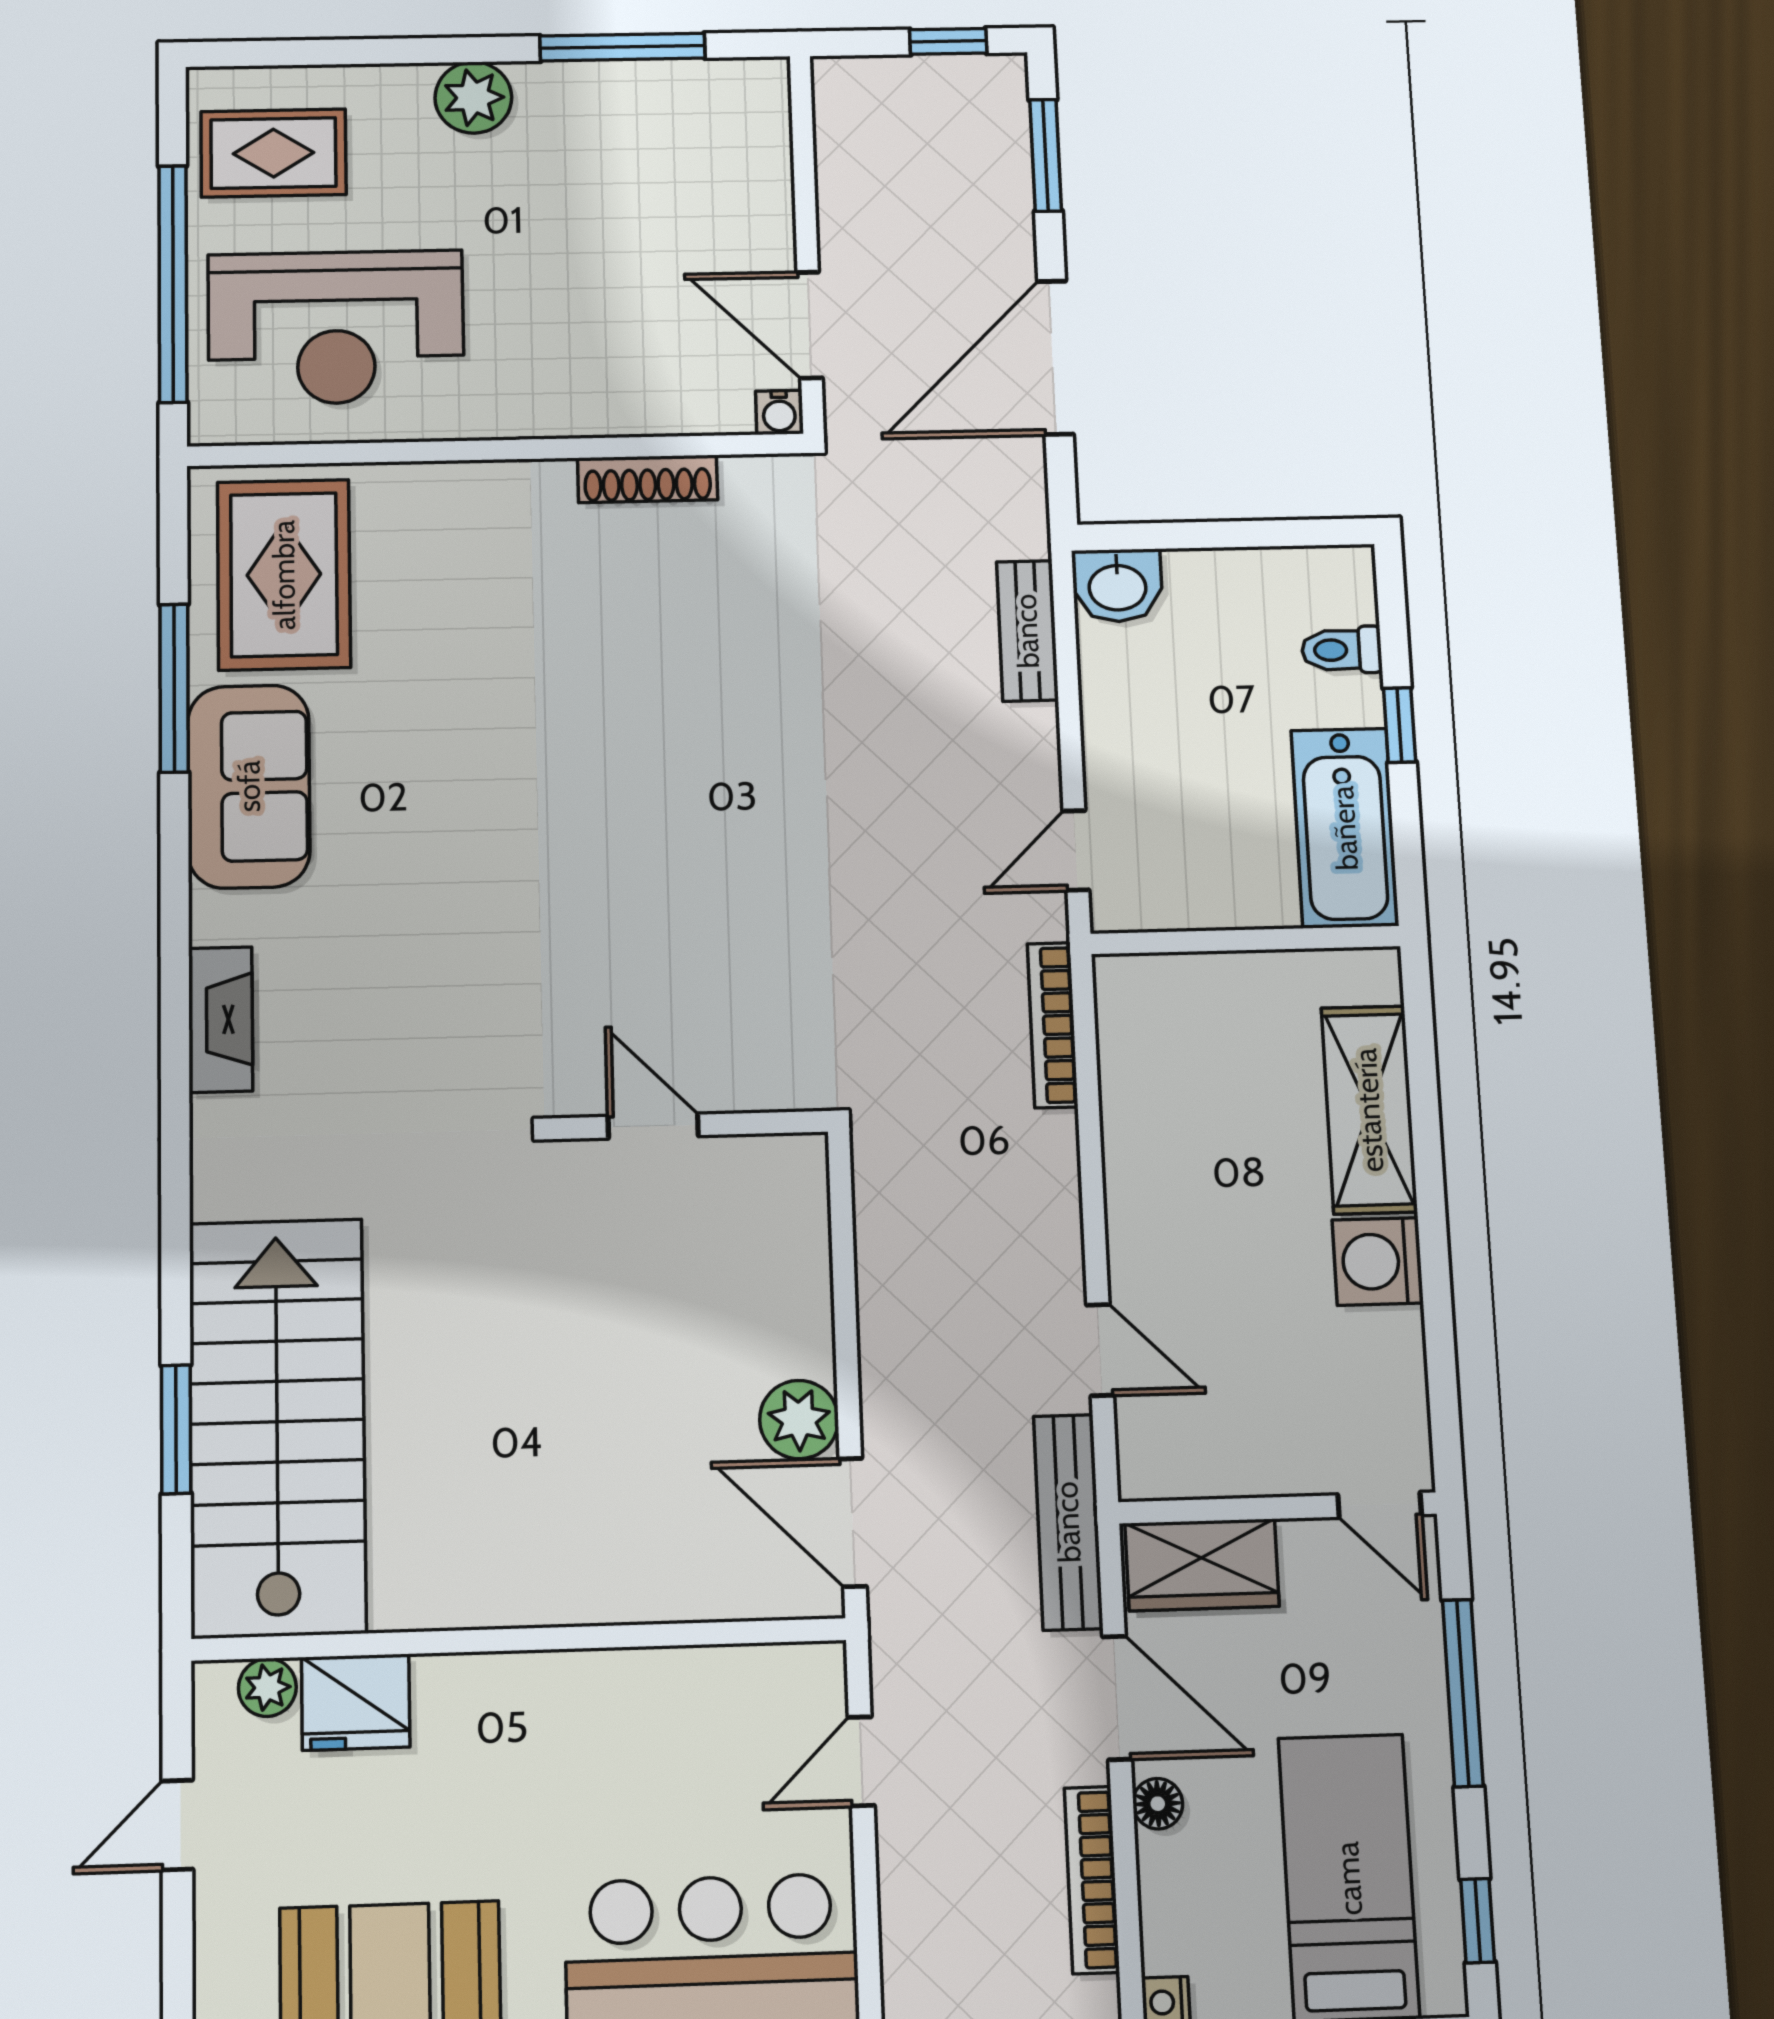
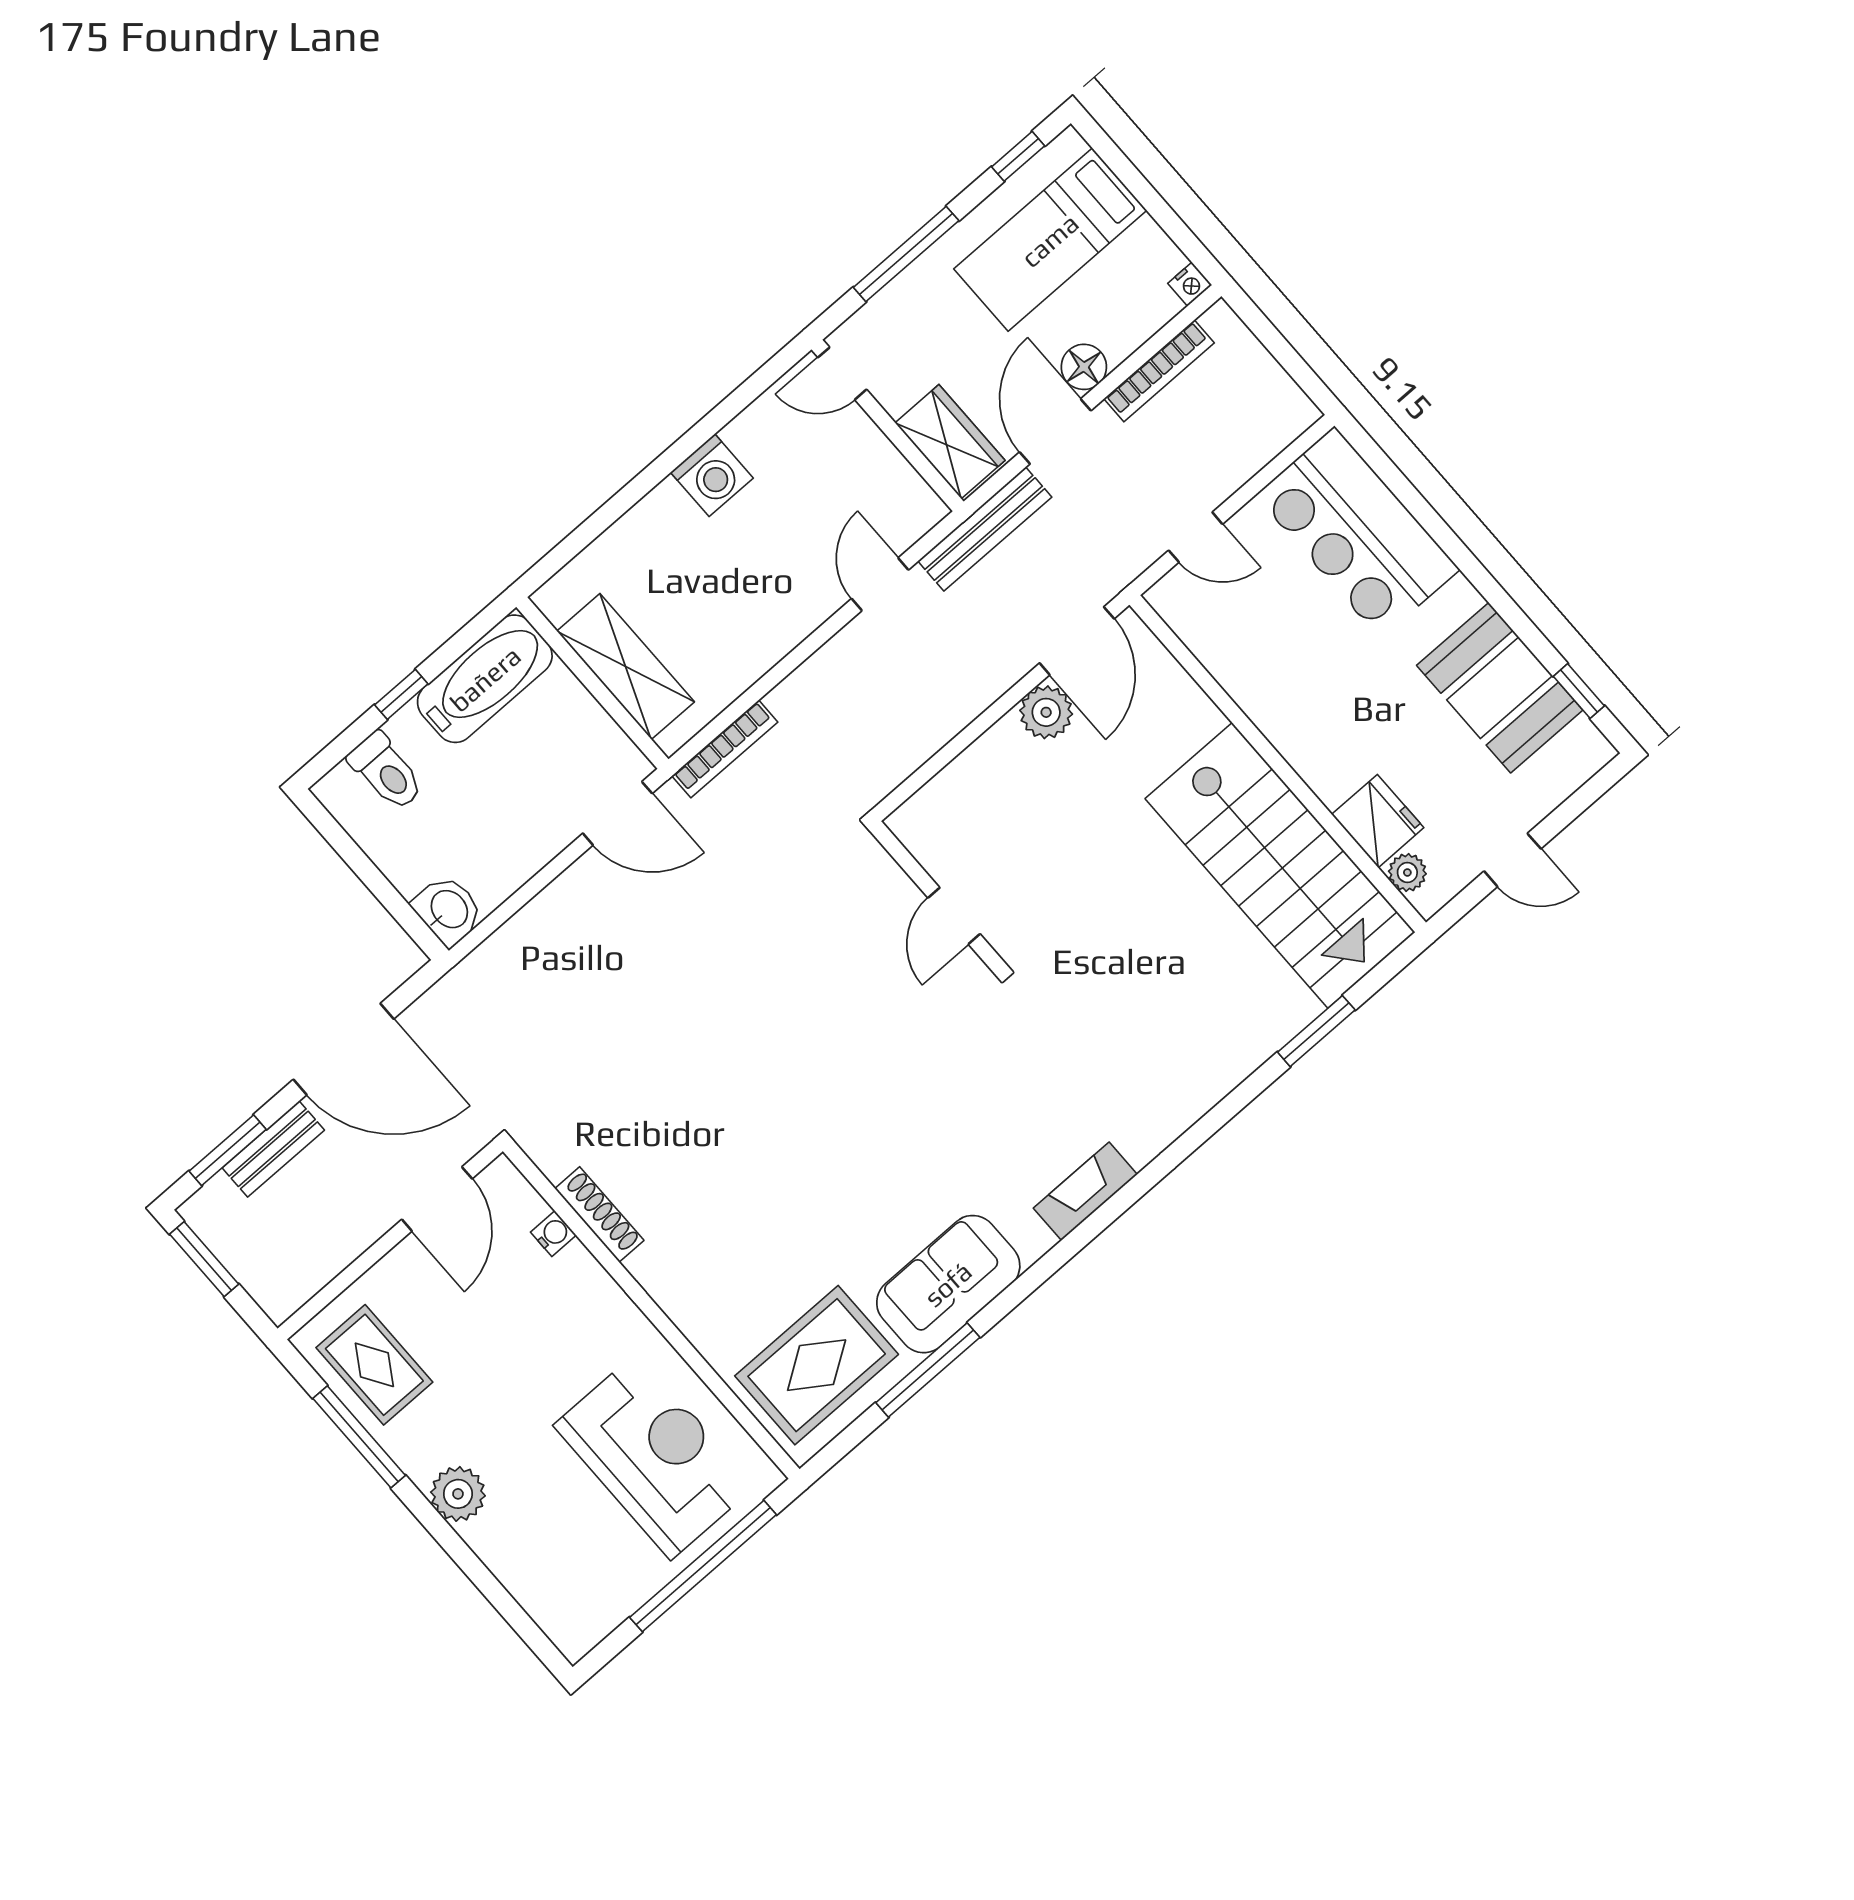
window: (948, 41) -> (204, 1259), width x1.50
rug: (273, 153) -> (374, 1365), moved
water cooler: (779, 412) -> (553, 1234), moved
bench: (1027, 631) -> (273, 1149), moved
toilet: (1342, 650) -> (386, 771), width x1.37, depth x1.39
door: (1076, 850) -> (617, 813), width x1.38
shelving: (1369, 1110) -> (626, 666), moved, turned 90
stairs: (277, 1427) -> (1280, 865), moved, turned -90
door: (1380, 1505) -> (842, 373), swing flipped
floor lamp: (1158, 1804) -> (1084, 367), width x1.37, depth x1.37

